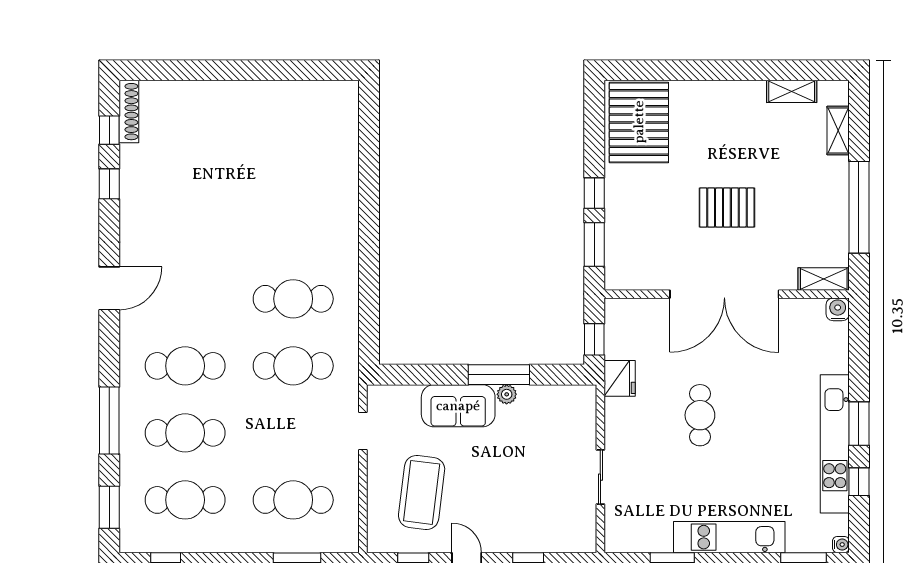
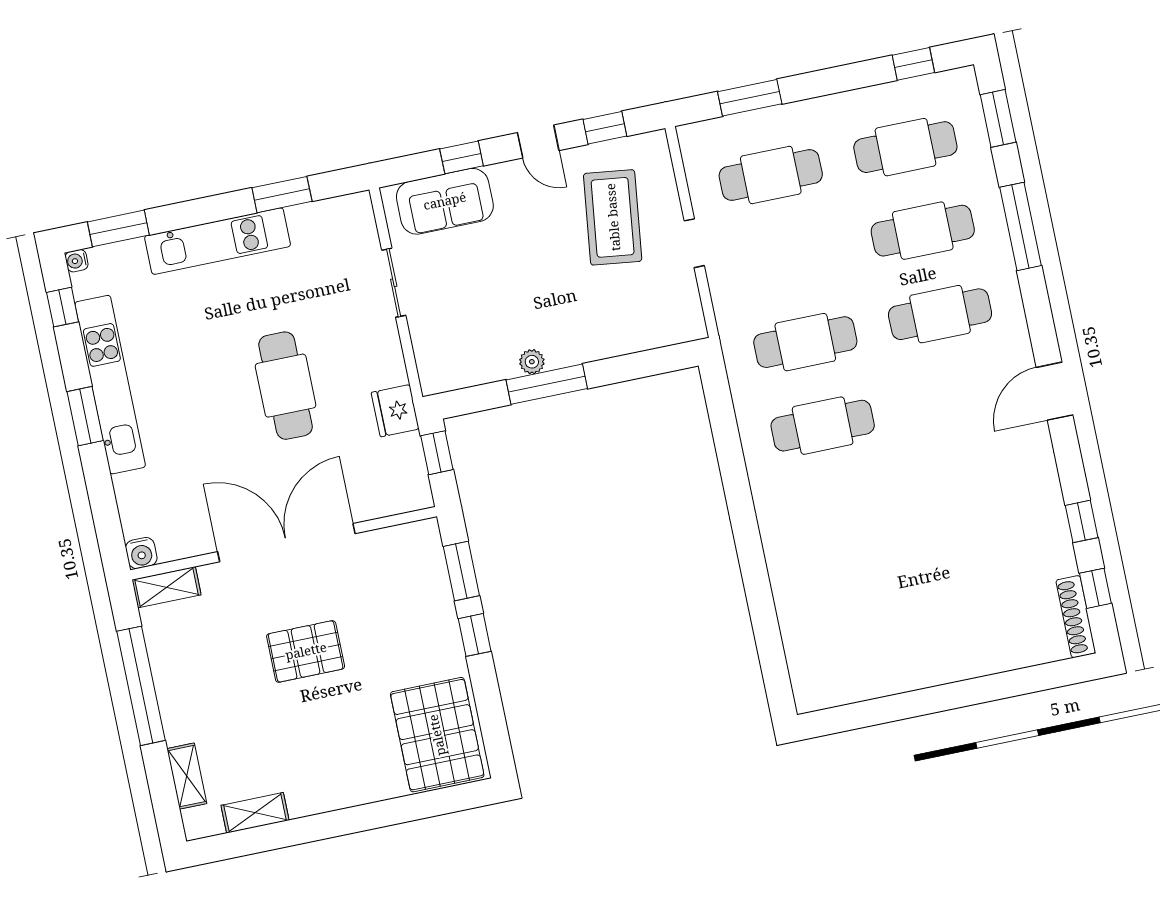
sofa: (458, 406) -> (445, 201), moved, turned 180
cafe table: (700, 415) -> (286, 386), width x1.37, depth x1.35
doorway: (363, 431) -> (694, 243), moved
window: (859, 482) -> (63, 307), moved

